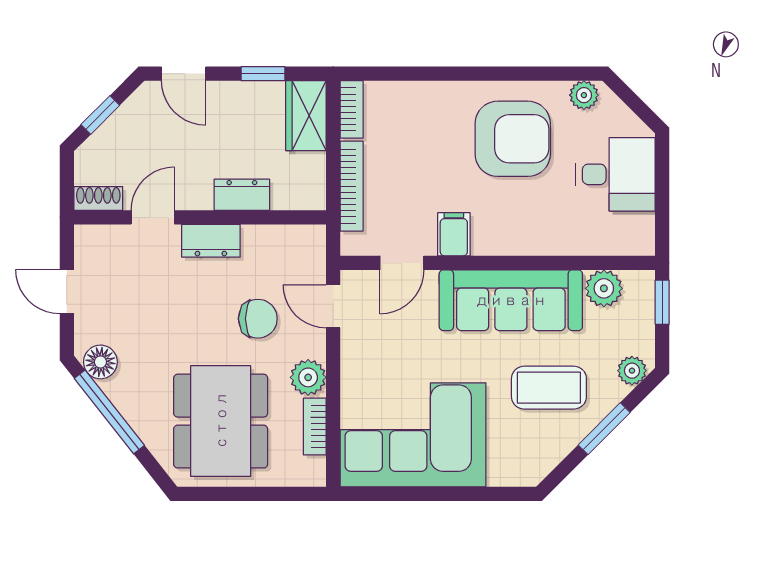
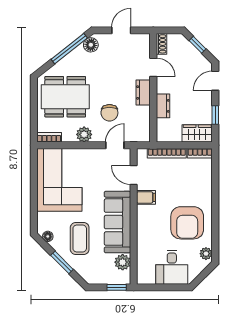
plant: (632, 371) -> (87, 274), removed
bookcase: (315, 427) -> (49, 137), moved
floor lamp: (544, 462) -> (48, 236), added

